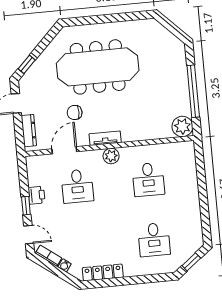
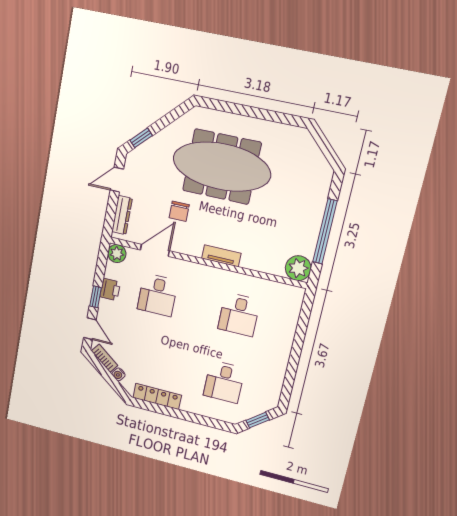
chair: (75, 112) -> (179, 211), turned -90
tv unit: (105, 138) -> (221, 256), moved
plant: (111, 156) -> (117, 254), moved

